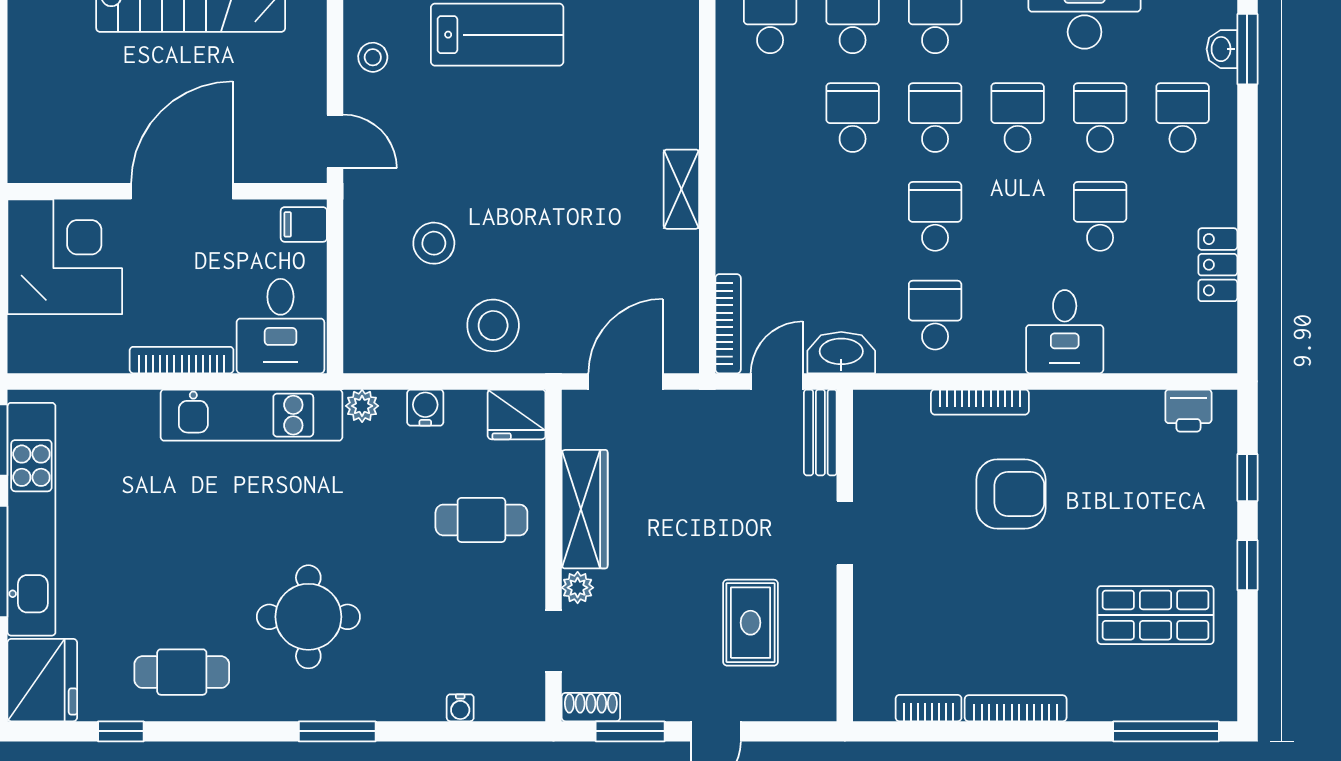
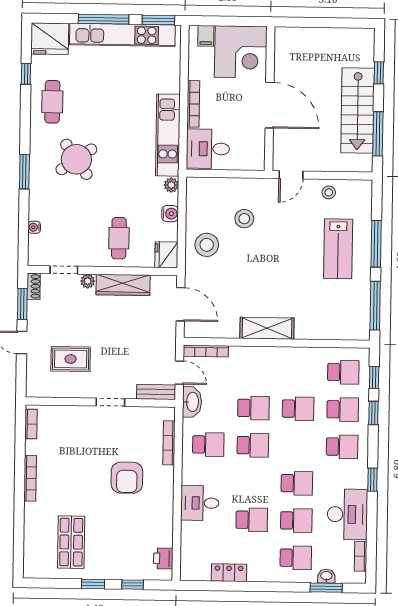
school desk: (935, 118) -> (253, 408), moved
shelving: (681, 189) -> (267, 328), width x1.50, depth x1.33
filing cabinet: (304, 224) -> (206, 36), moved, turned 180
bookcase: (980, 402) -> (169, 443), moved
round table: (308, 617) -> (76, 159), turned -35
bookcase: (929, 708) -> (31, 424), moved
window: (1166, 731) -> (19, 546), removed

